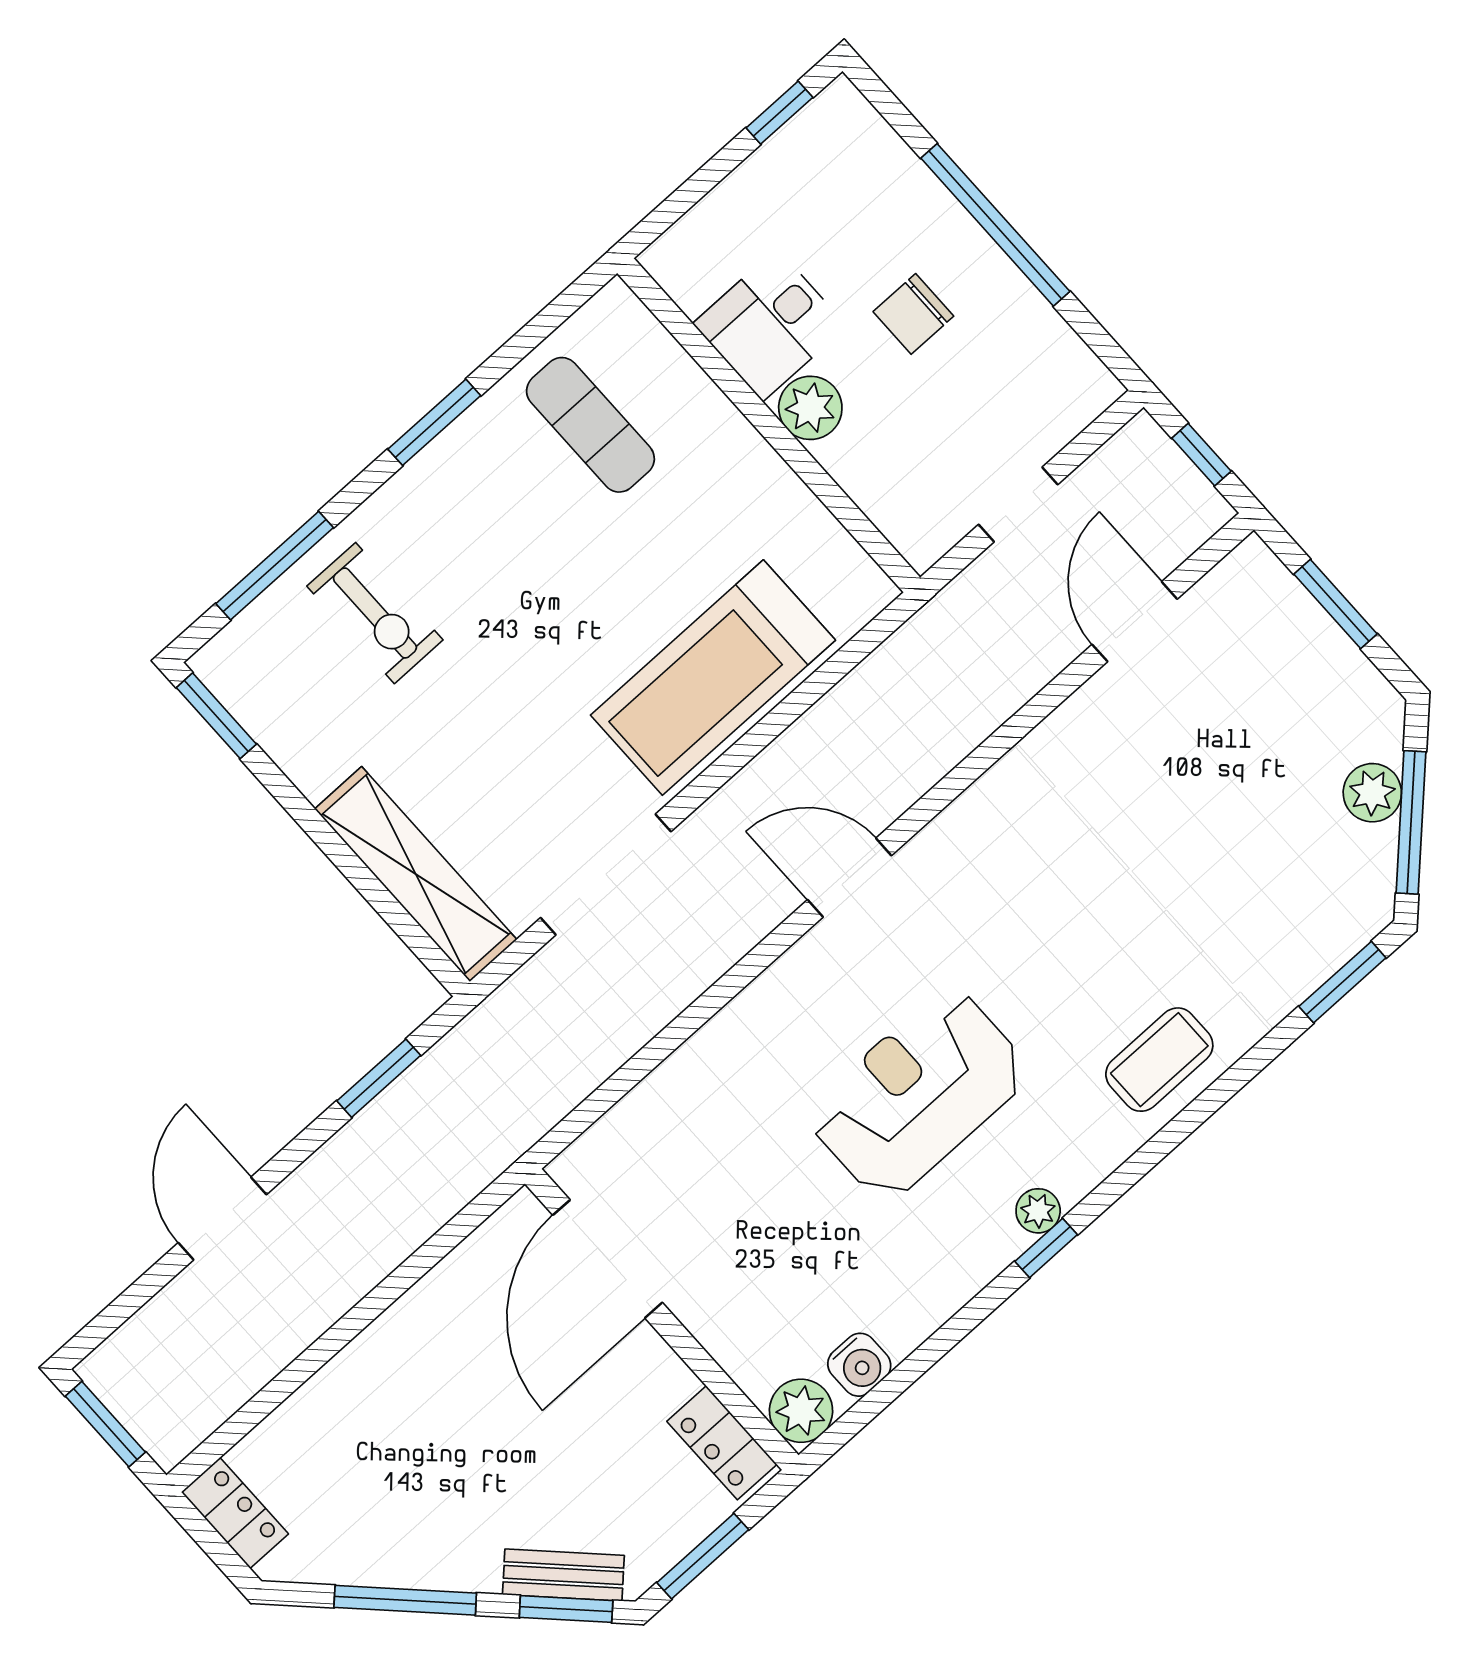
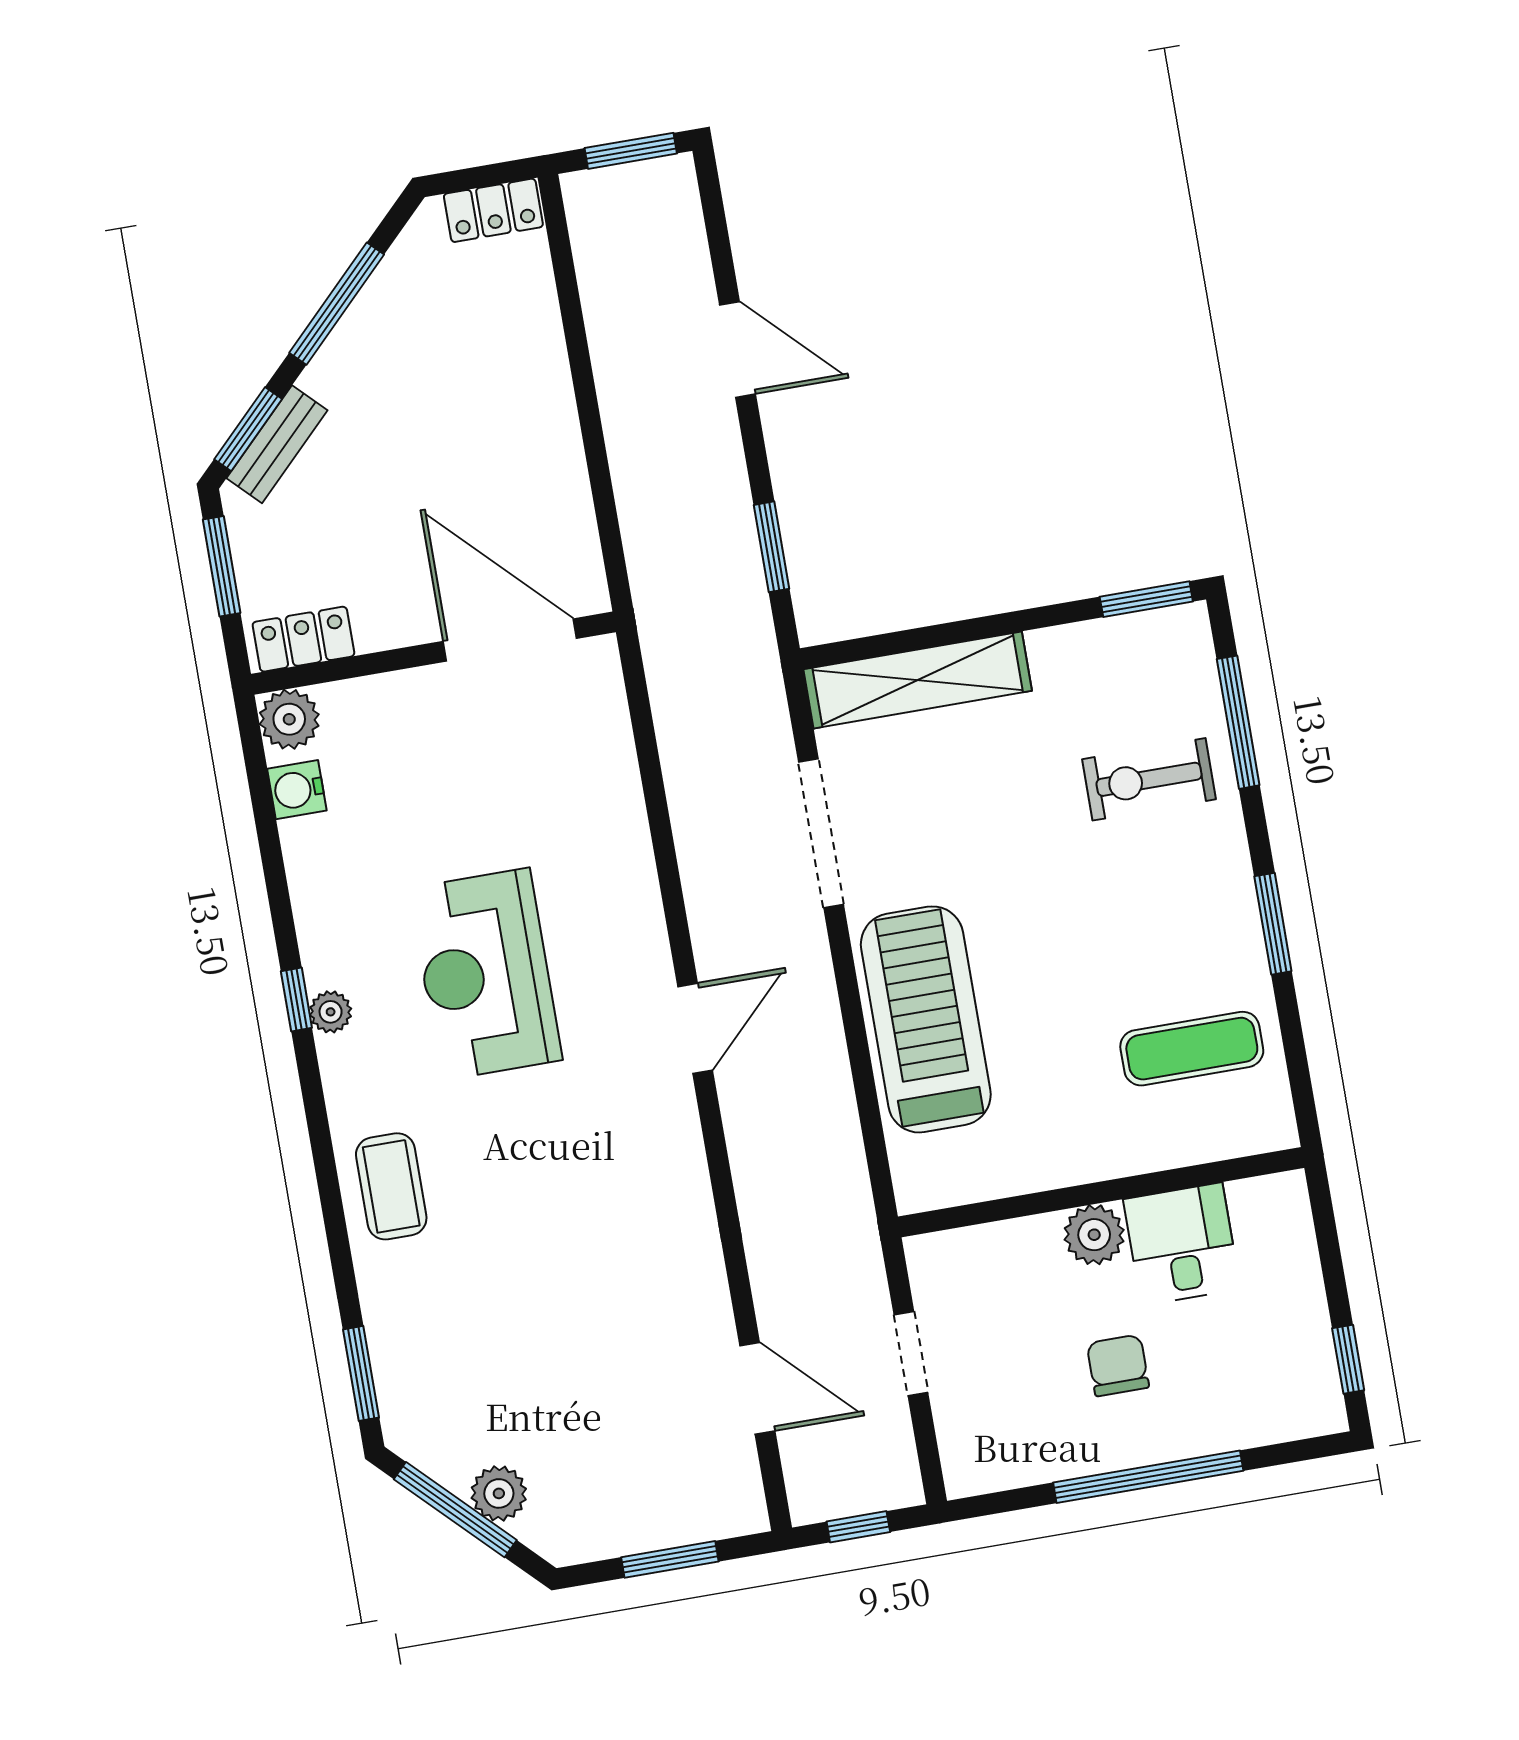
reception desk: (918, 1094) -> (486, 974), turned 180

